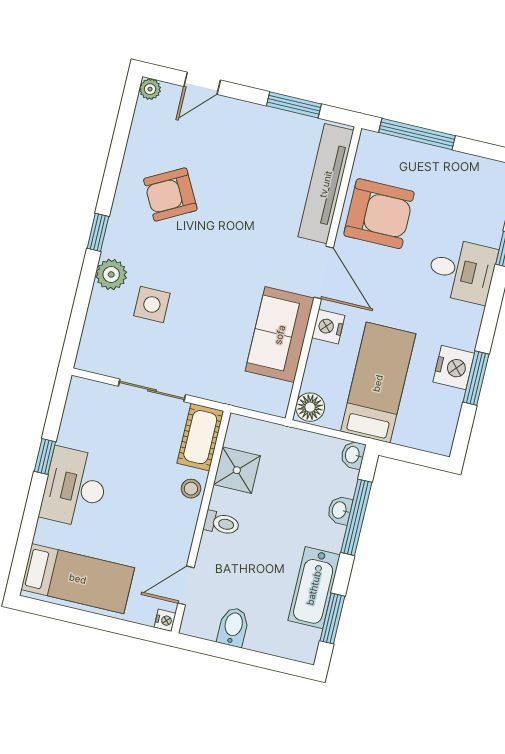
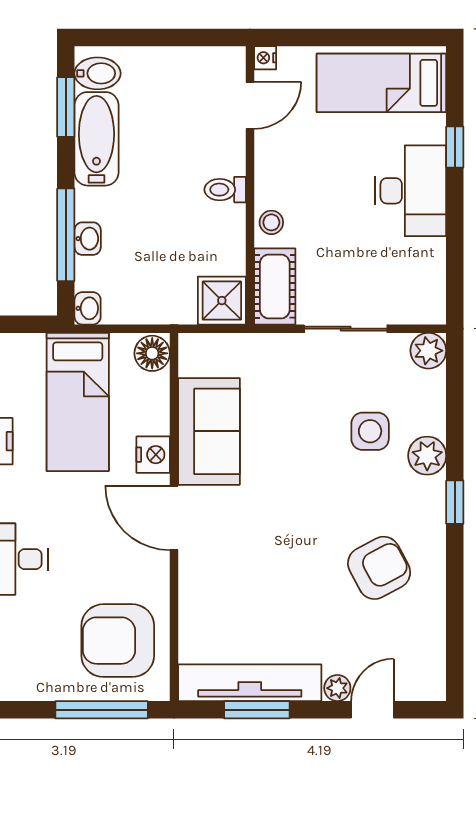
plant: (150, 89) -> (337, 688), moved
tv unit: (326, 184) -> (250, 683), moved, turned -90
armchair: (379, 214) -> (118, 641), moved
plant: (91, 357) -> (428, 351), added
window: (45, 457) -> (455, 147), moved
shower: (237, 470) -> (222, 301), moved
bidet: (233, 627) -> (98, 73), moved, turned -90

